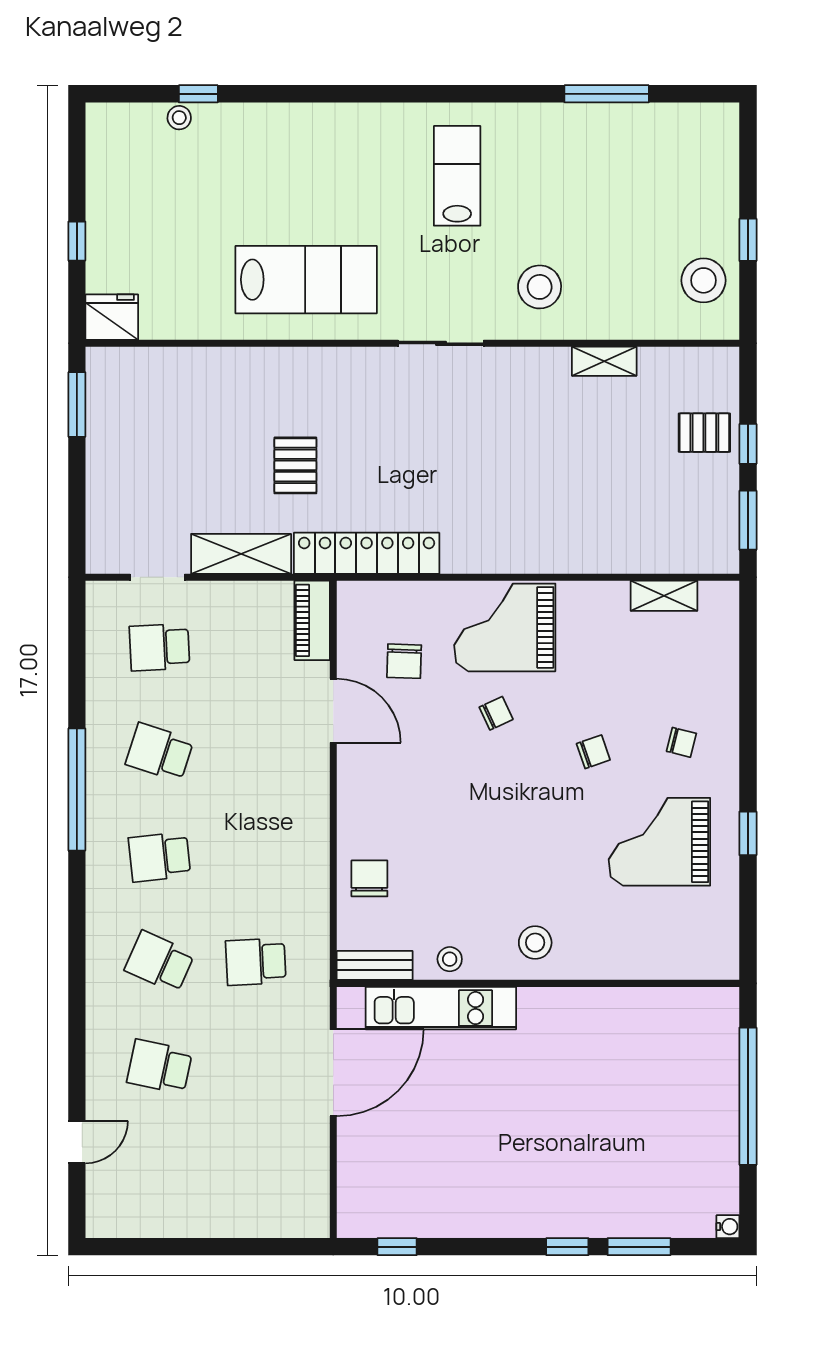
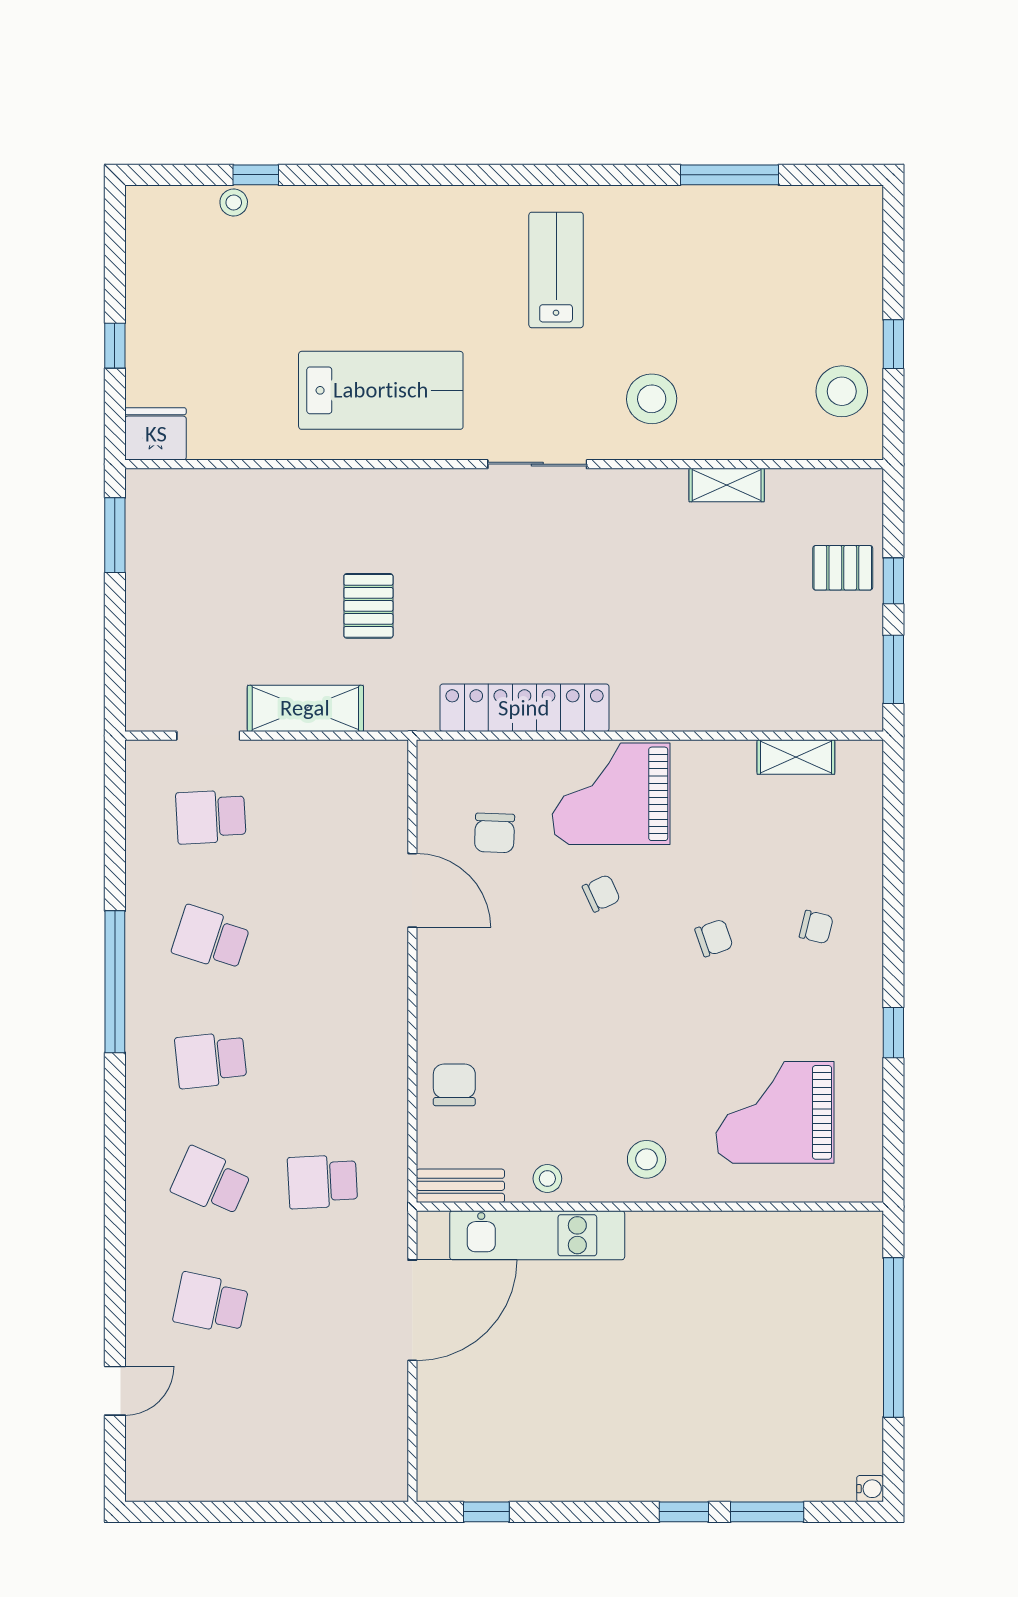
locker: (367, 553) -> (524, 708), moved
piano: (312, 620) -> (388, 786), removed
grand piano: (659, 842) -> (775, 1112), moved

